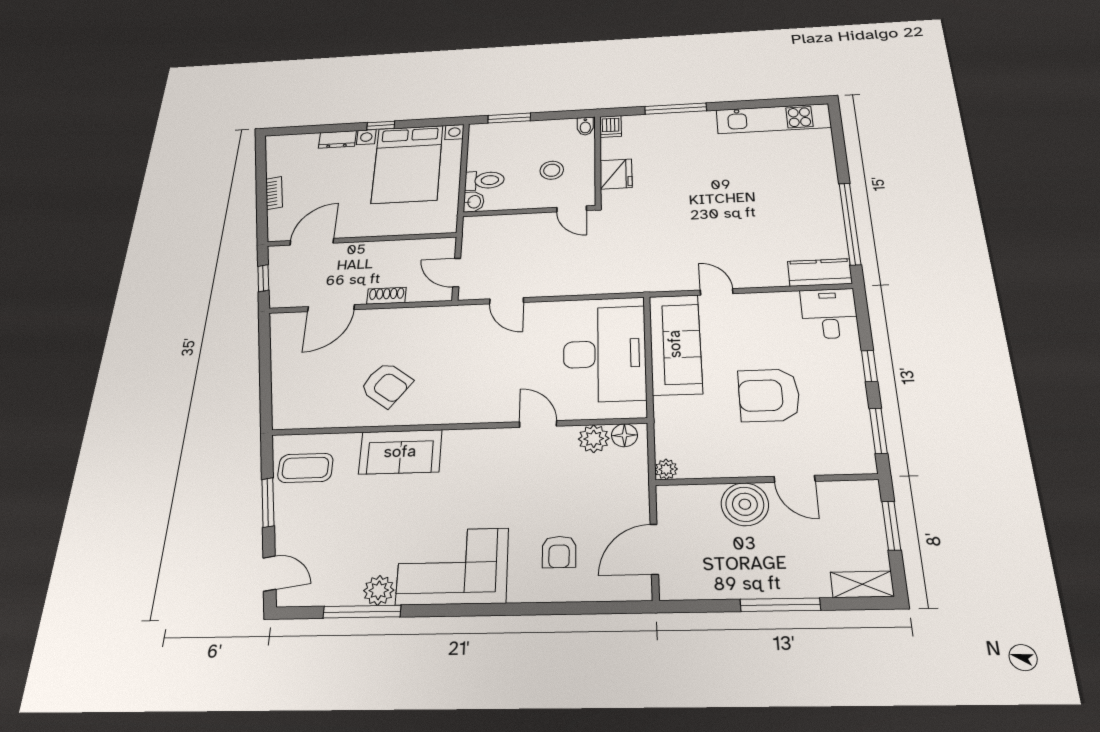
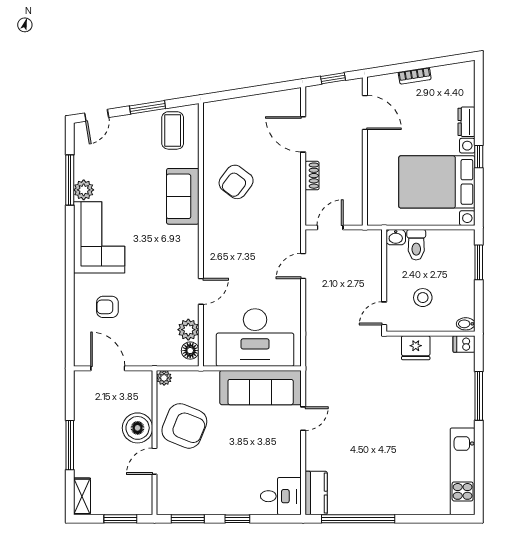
armchair: (769, 395) -> (184, 426), moved, turned 112

